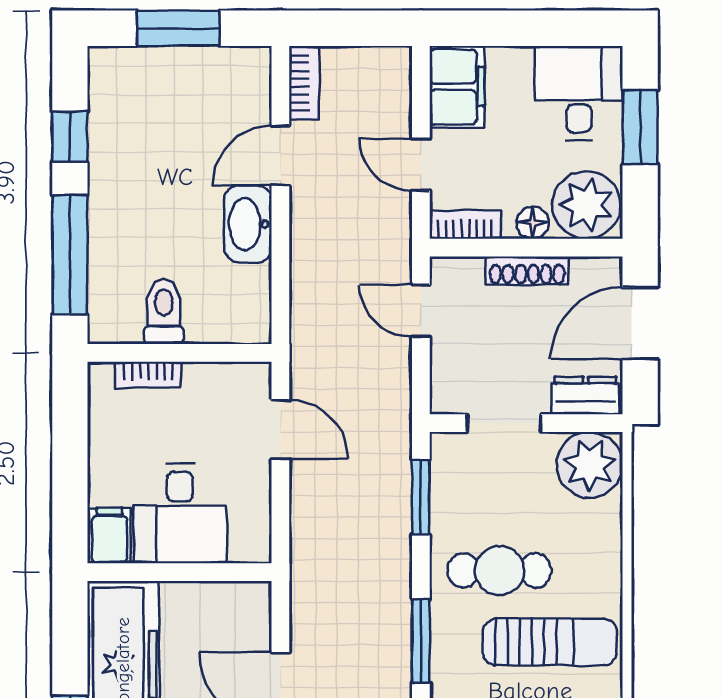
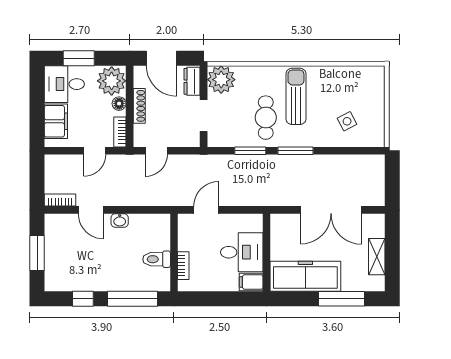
filing cabinet: (457, 87) -> (56, 121), moved, turned 90
washbasin: (248, 224) -> (120, 221), width x0.52, depth x0.69
window: (421, 497) -> (250, 151), moved

